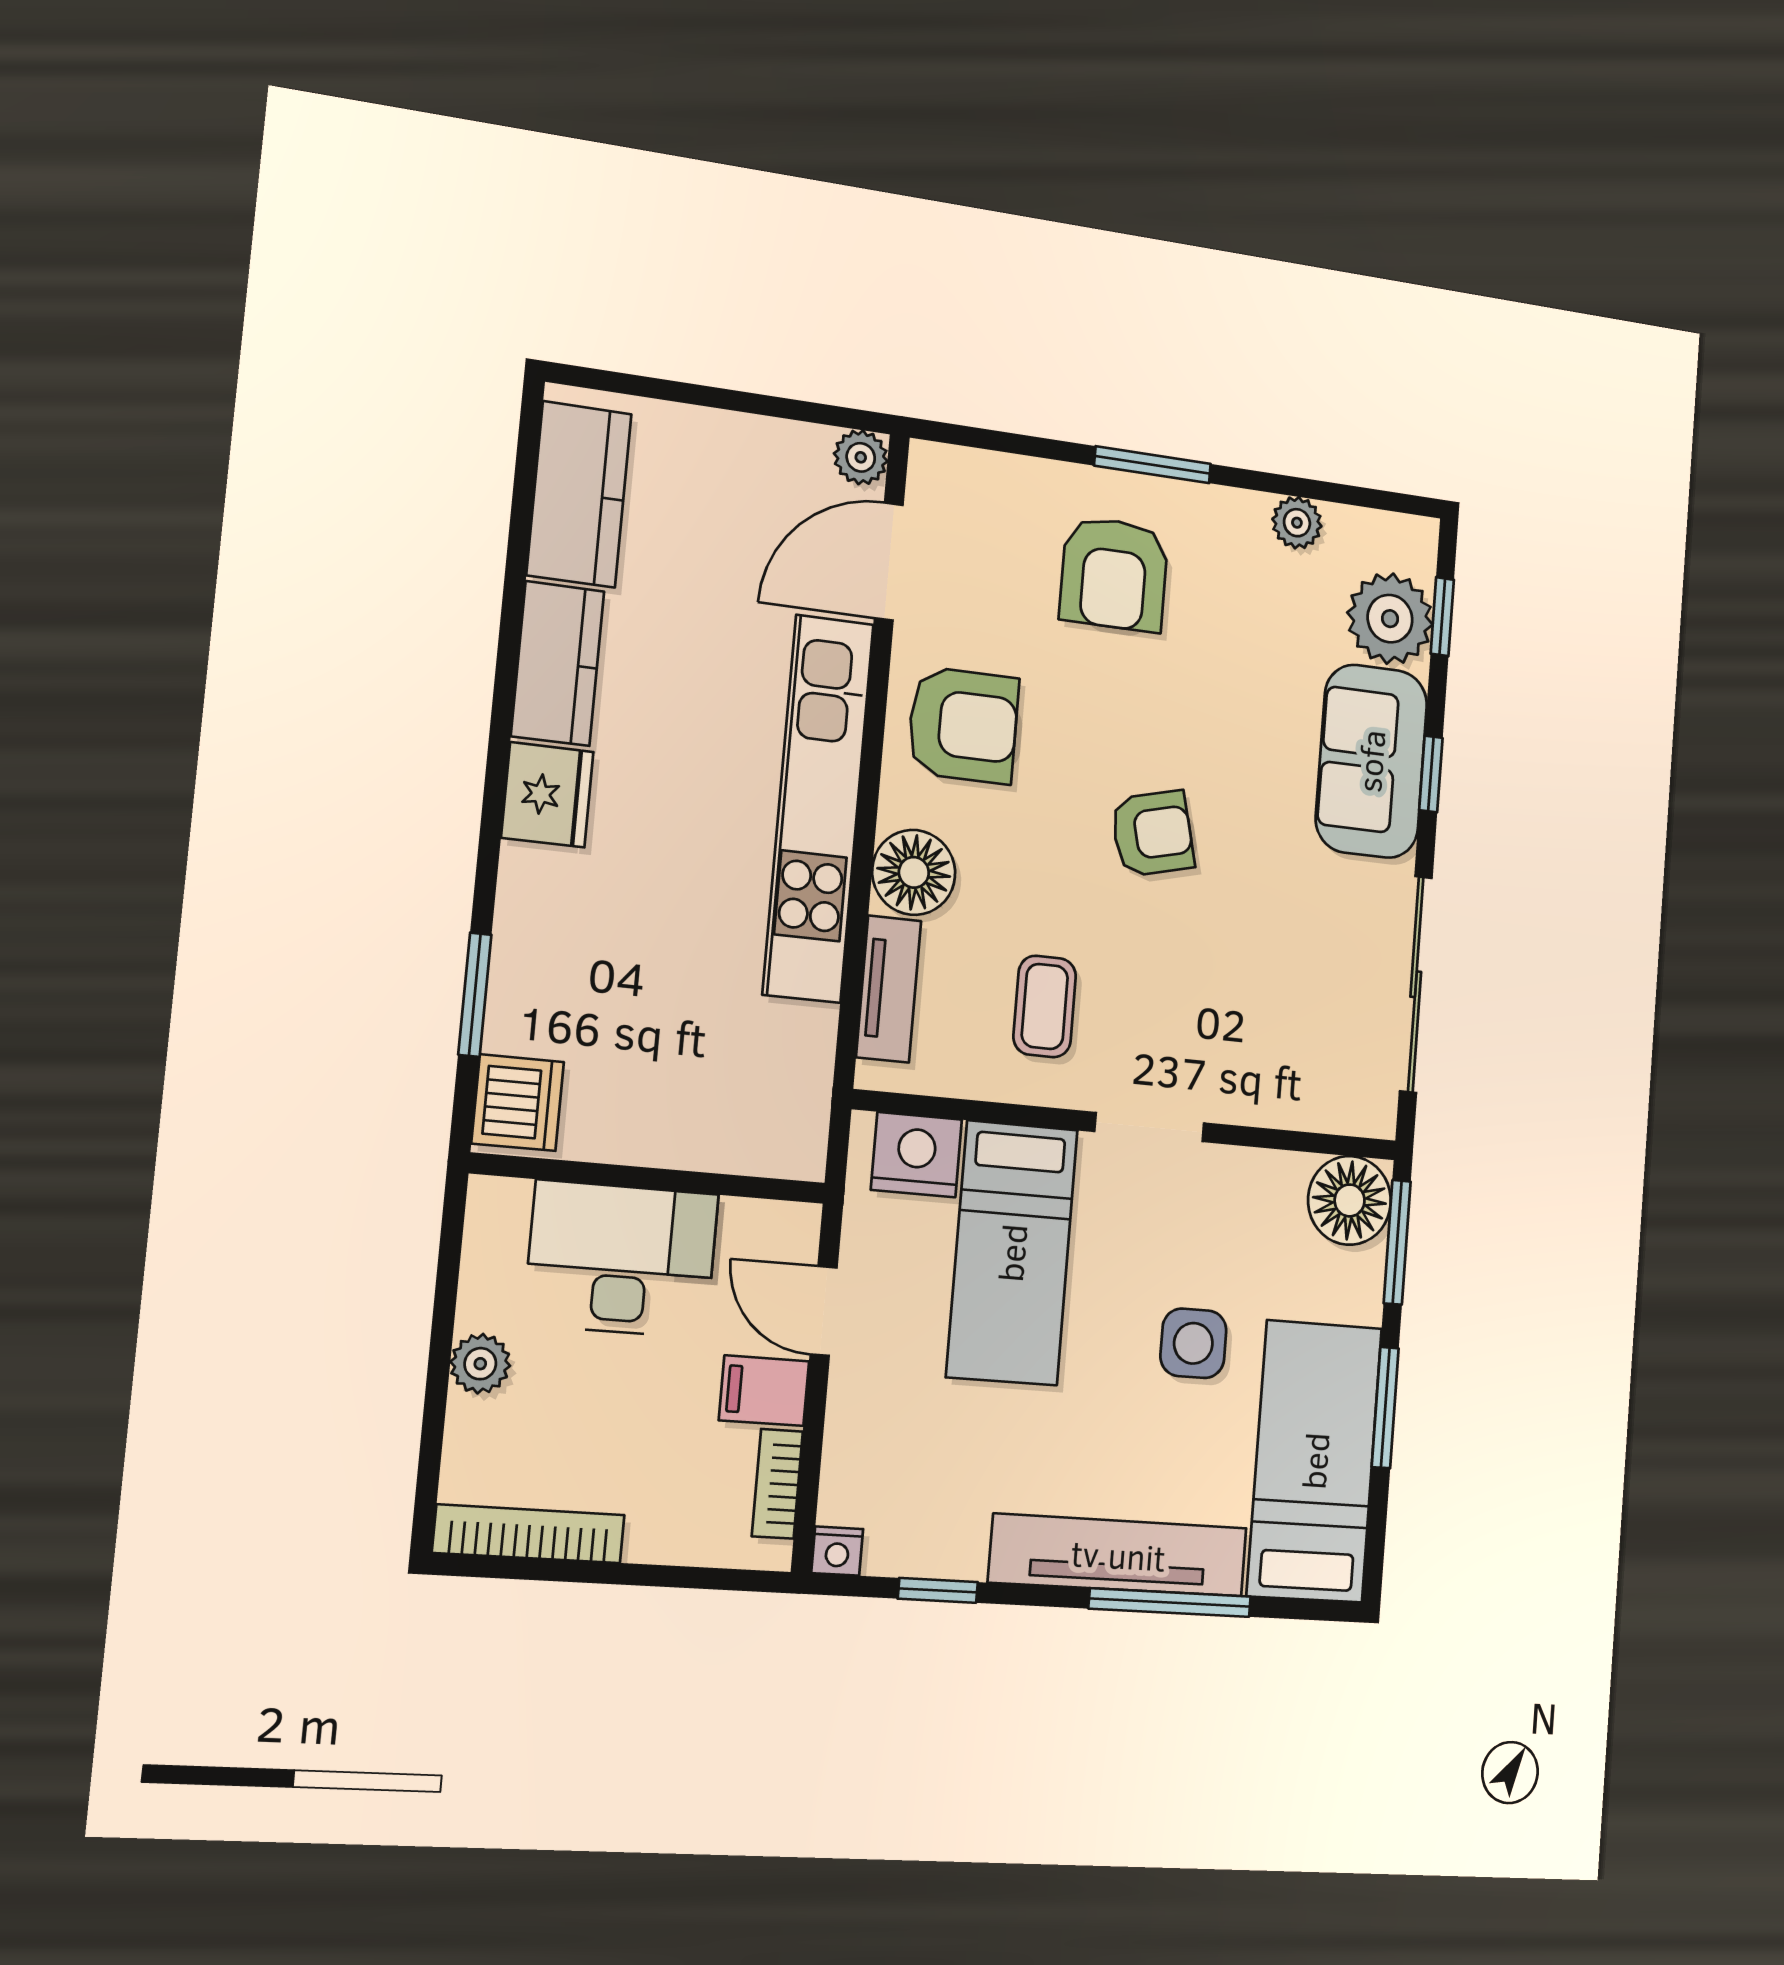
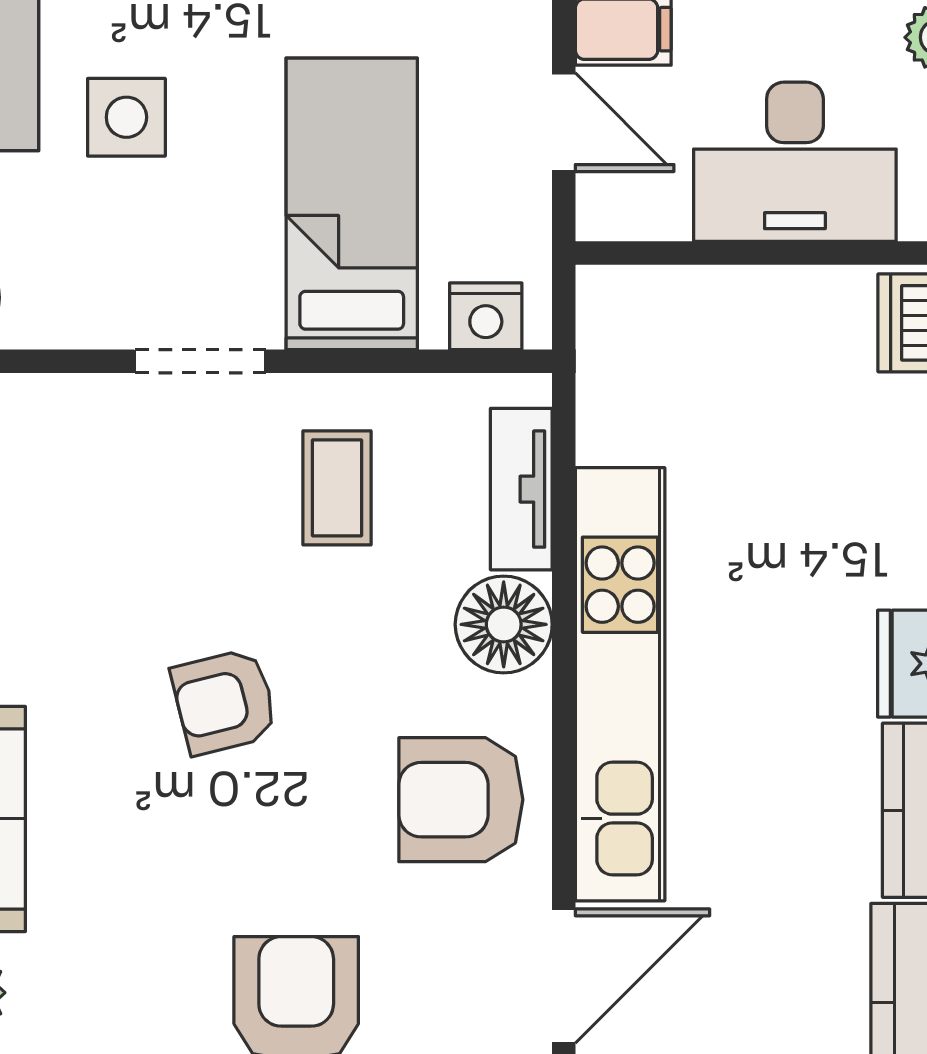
nightstand: (916, 1155) -> (486, 316), width x0.74, depth x0.75

